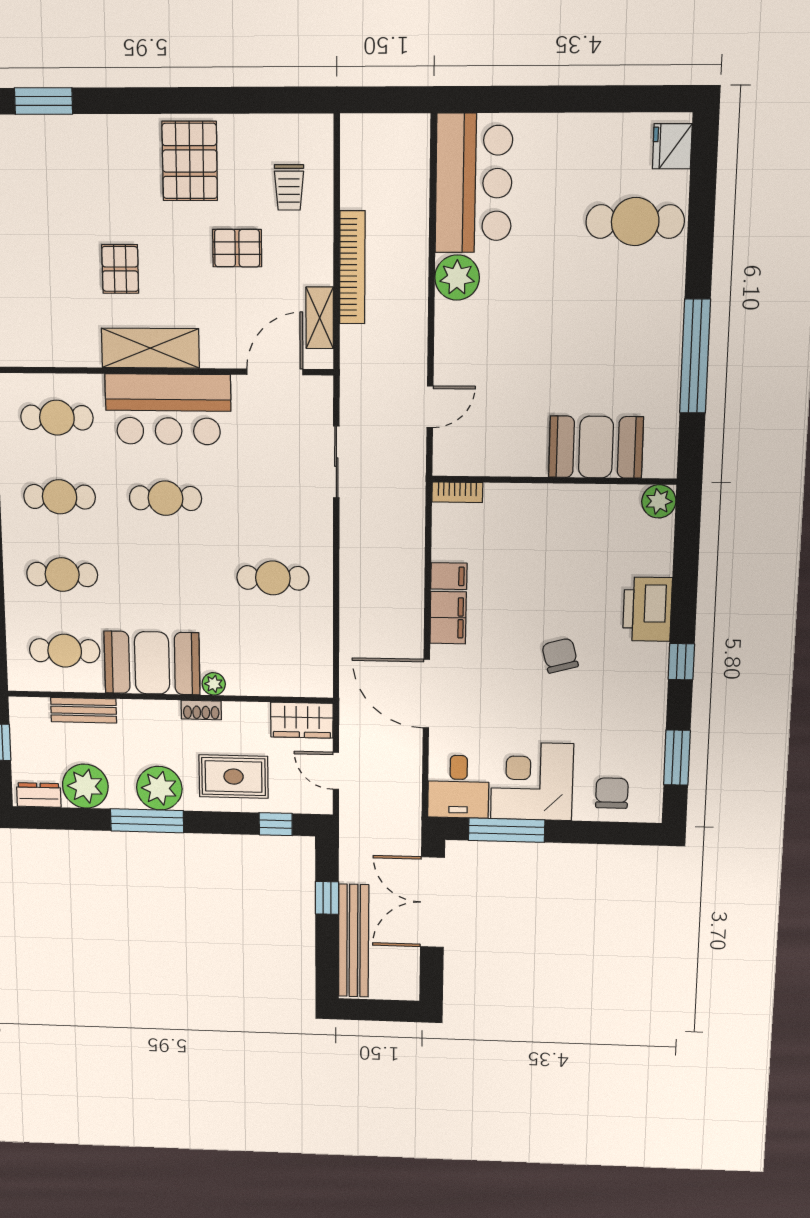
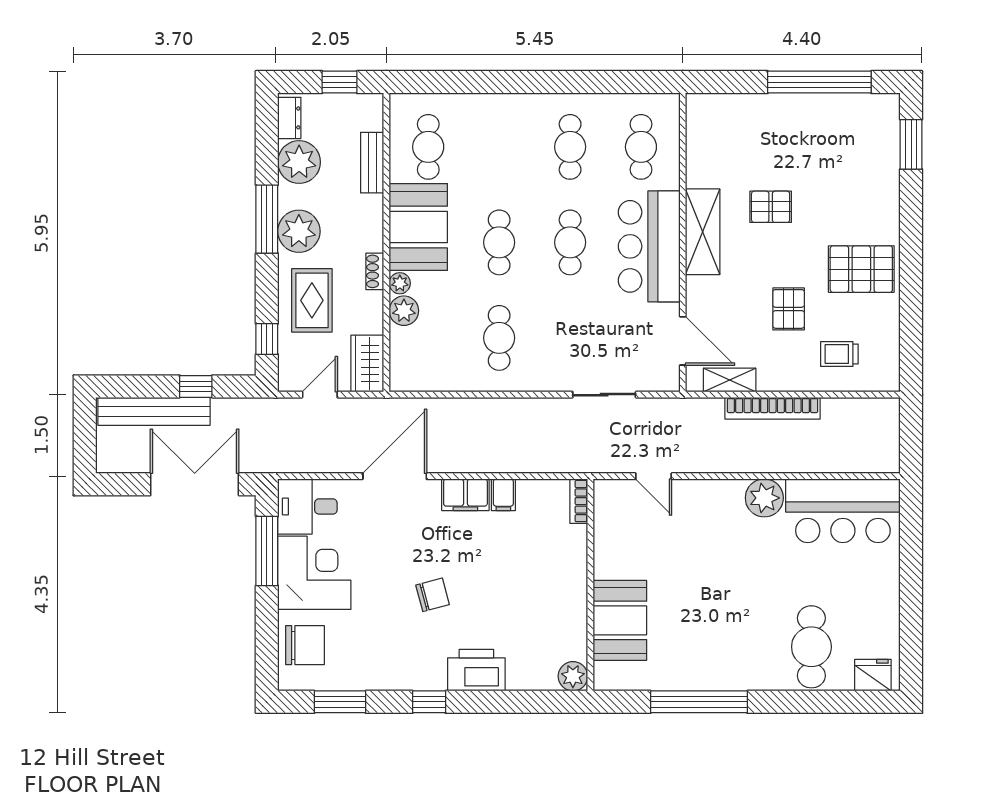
cafe table: (62, 574) -> (499, 242), moved
plant: (244, 680) -> (404, 311), added
chair: (612, 793) -> (305, 645), width x1.37, depth x1.37

